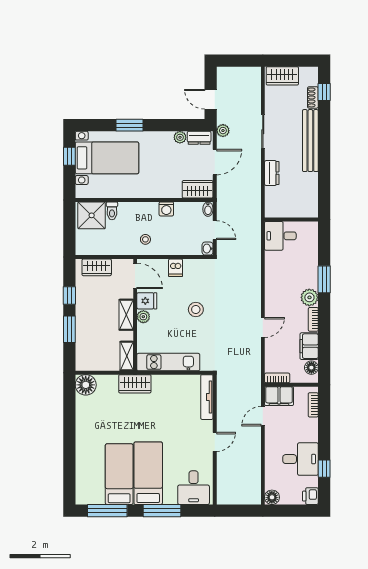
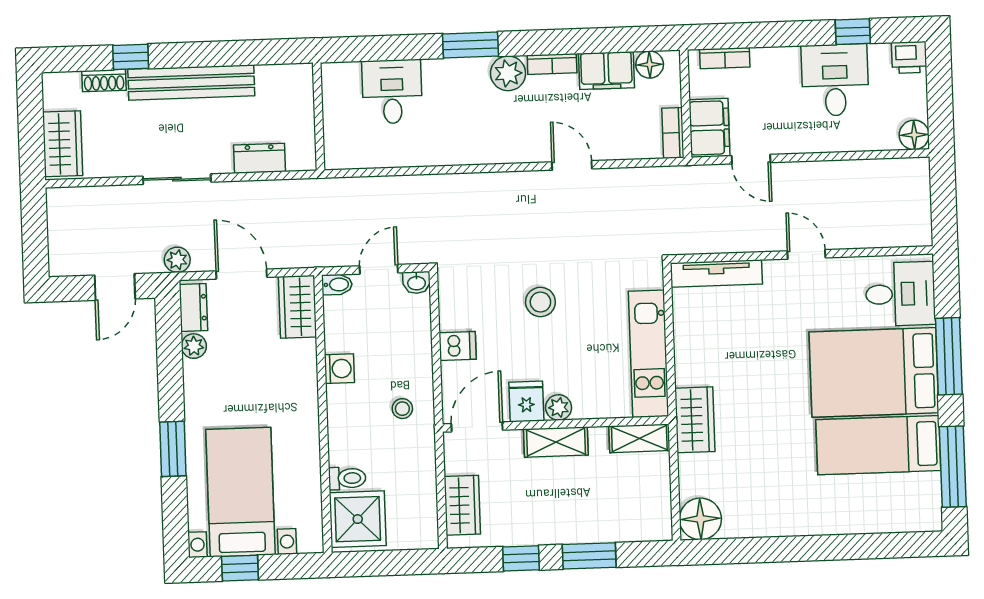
window: (324, 92) -> (131, 57), moved
wall: (291, 219) -> (319, 117), moved
desk: (280, 236) -> (392, 92), moved, turned 180
bed: (148, 473) -> (874, 372), width x1.50

